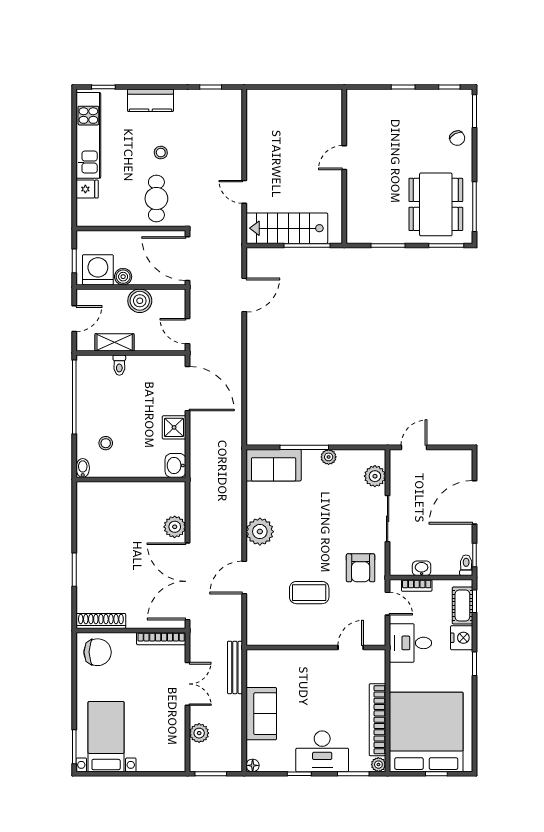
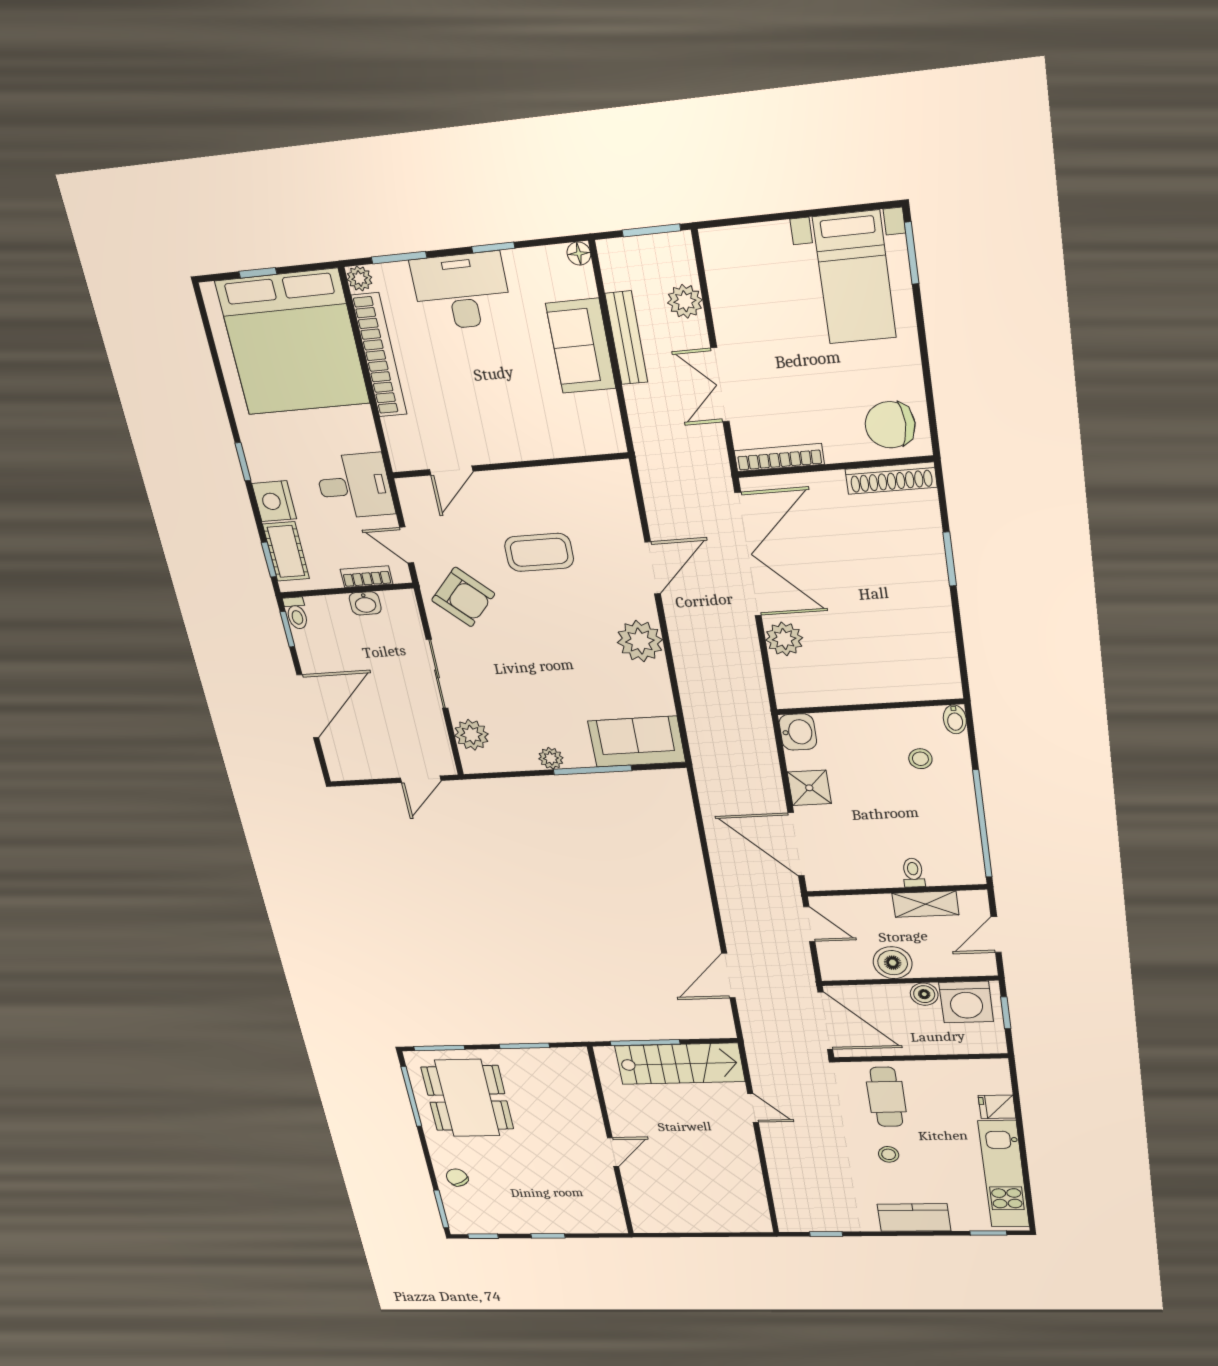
armchair: (361, 568) -> (463, 597), turned 133
bench: (235, 667) -> (626, 338), moved

